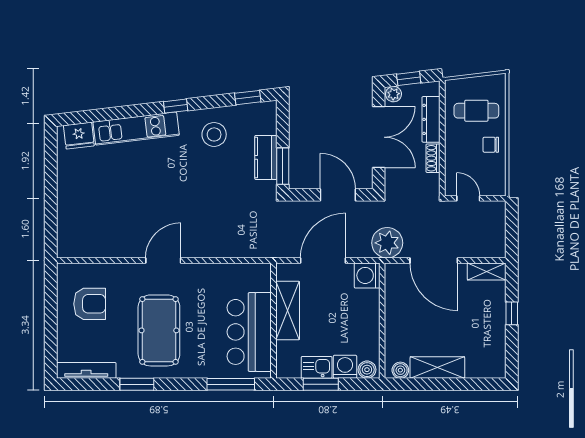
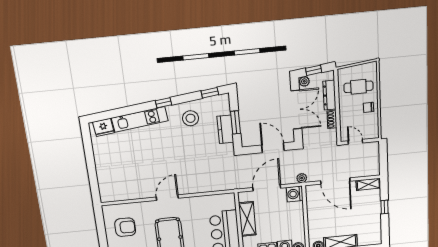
window: (283, 166) -> (236, 123), moved
plant: (387, 243) -> (302, 178), width x0.53, depth x0.53

